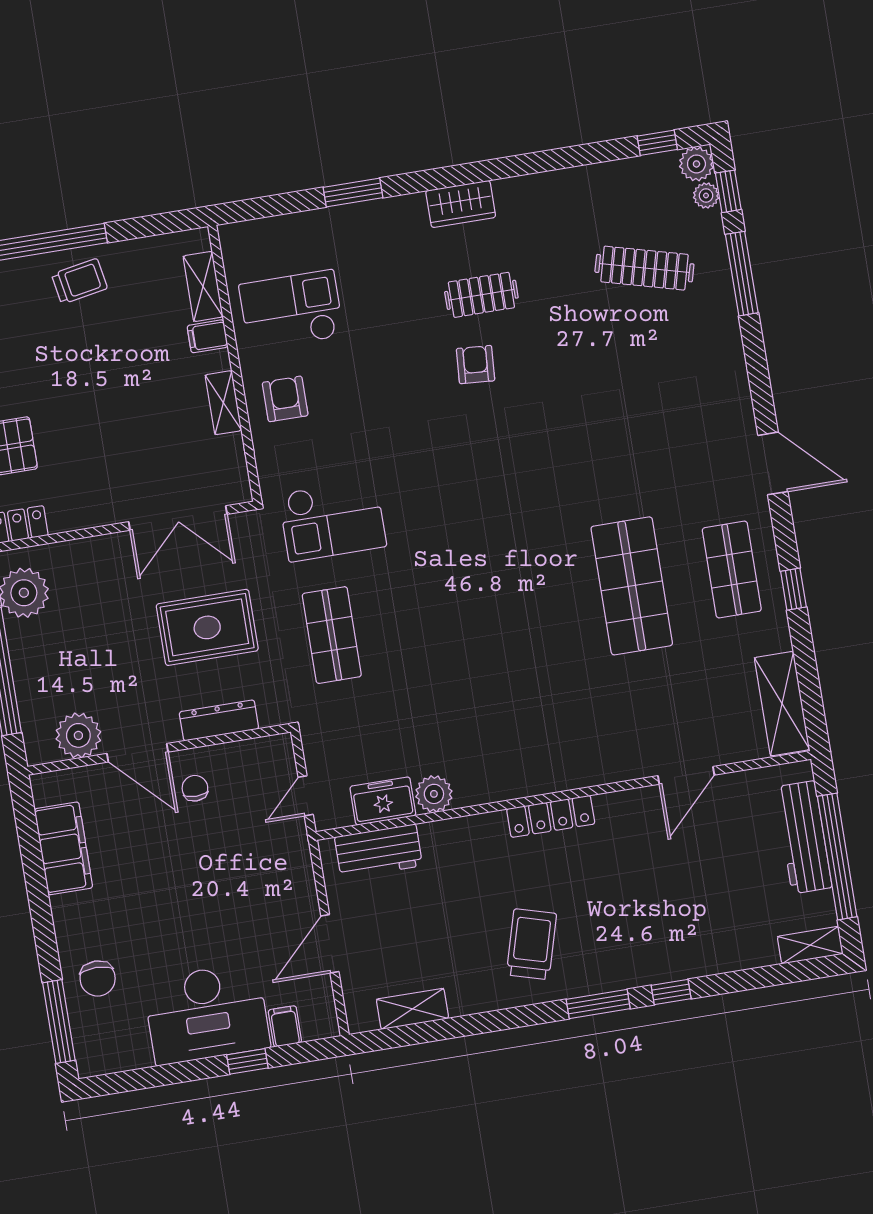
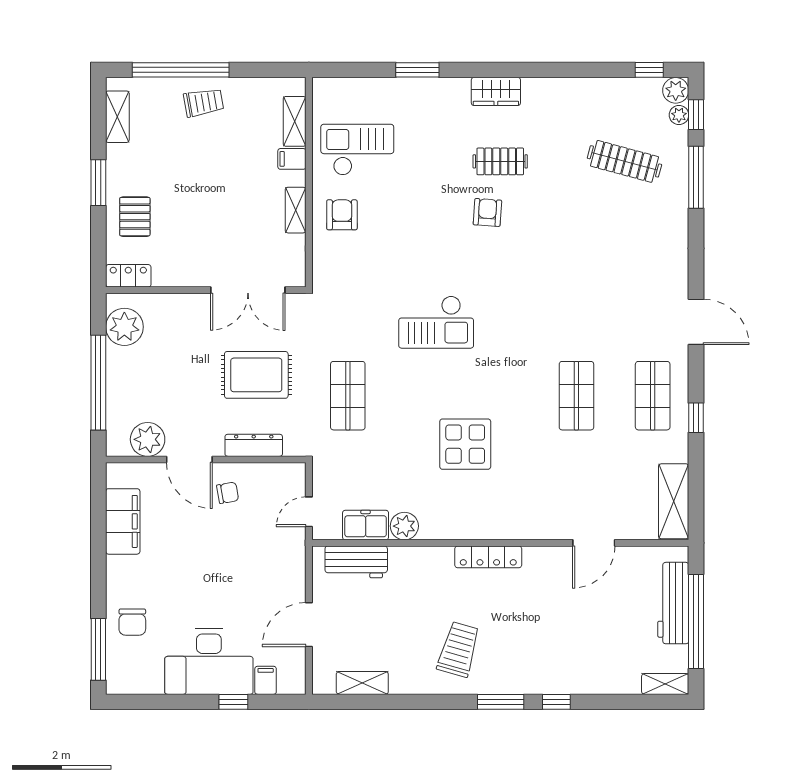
checkout: (332, 520) -> (436, 322), moved
shop shelf: (632, 586) -> (576, 396), width x0.70, depth x0.74
display table: (496, 673) -> (465, 444), added
chair: (195, 788) -> (228, 493), turned 80

